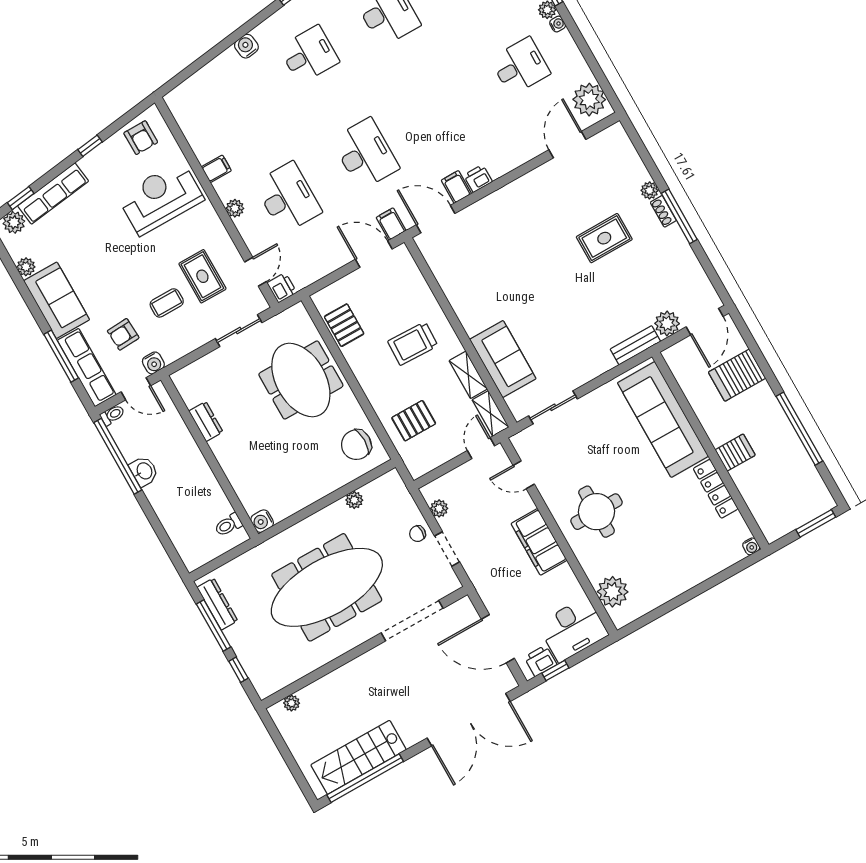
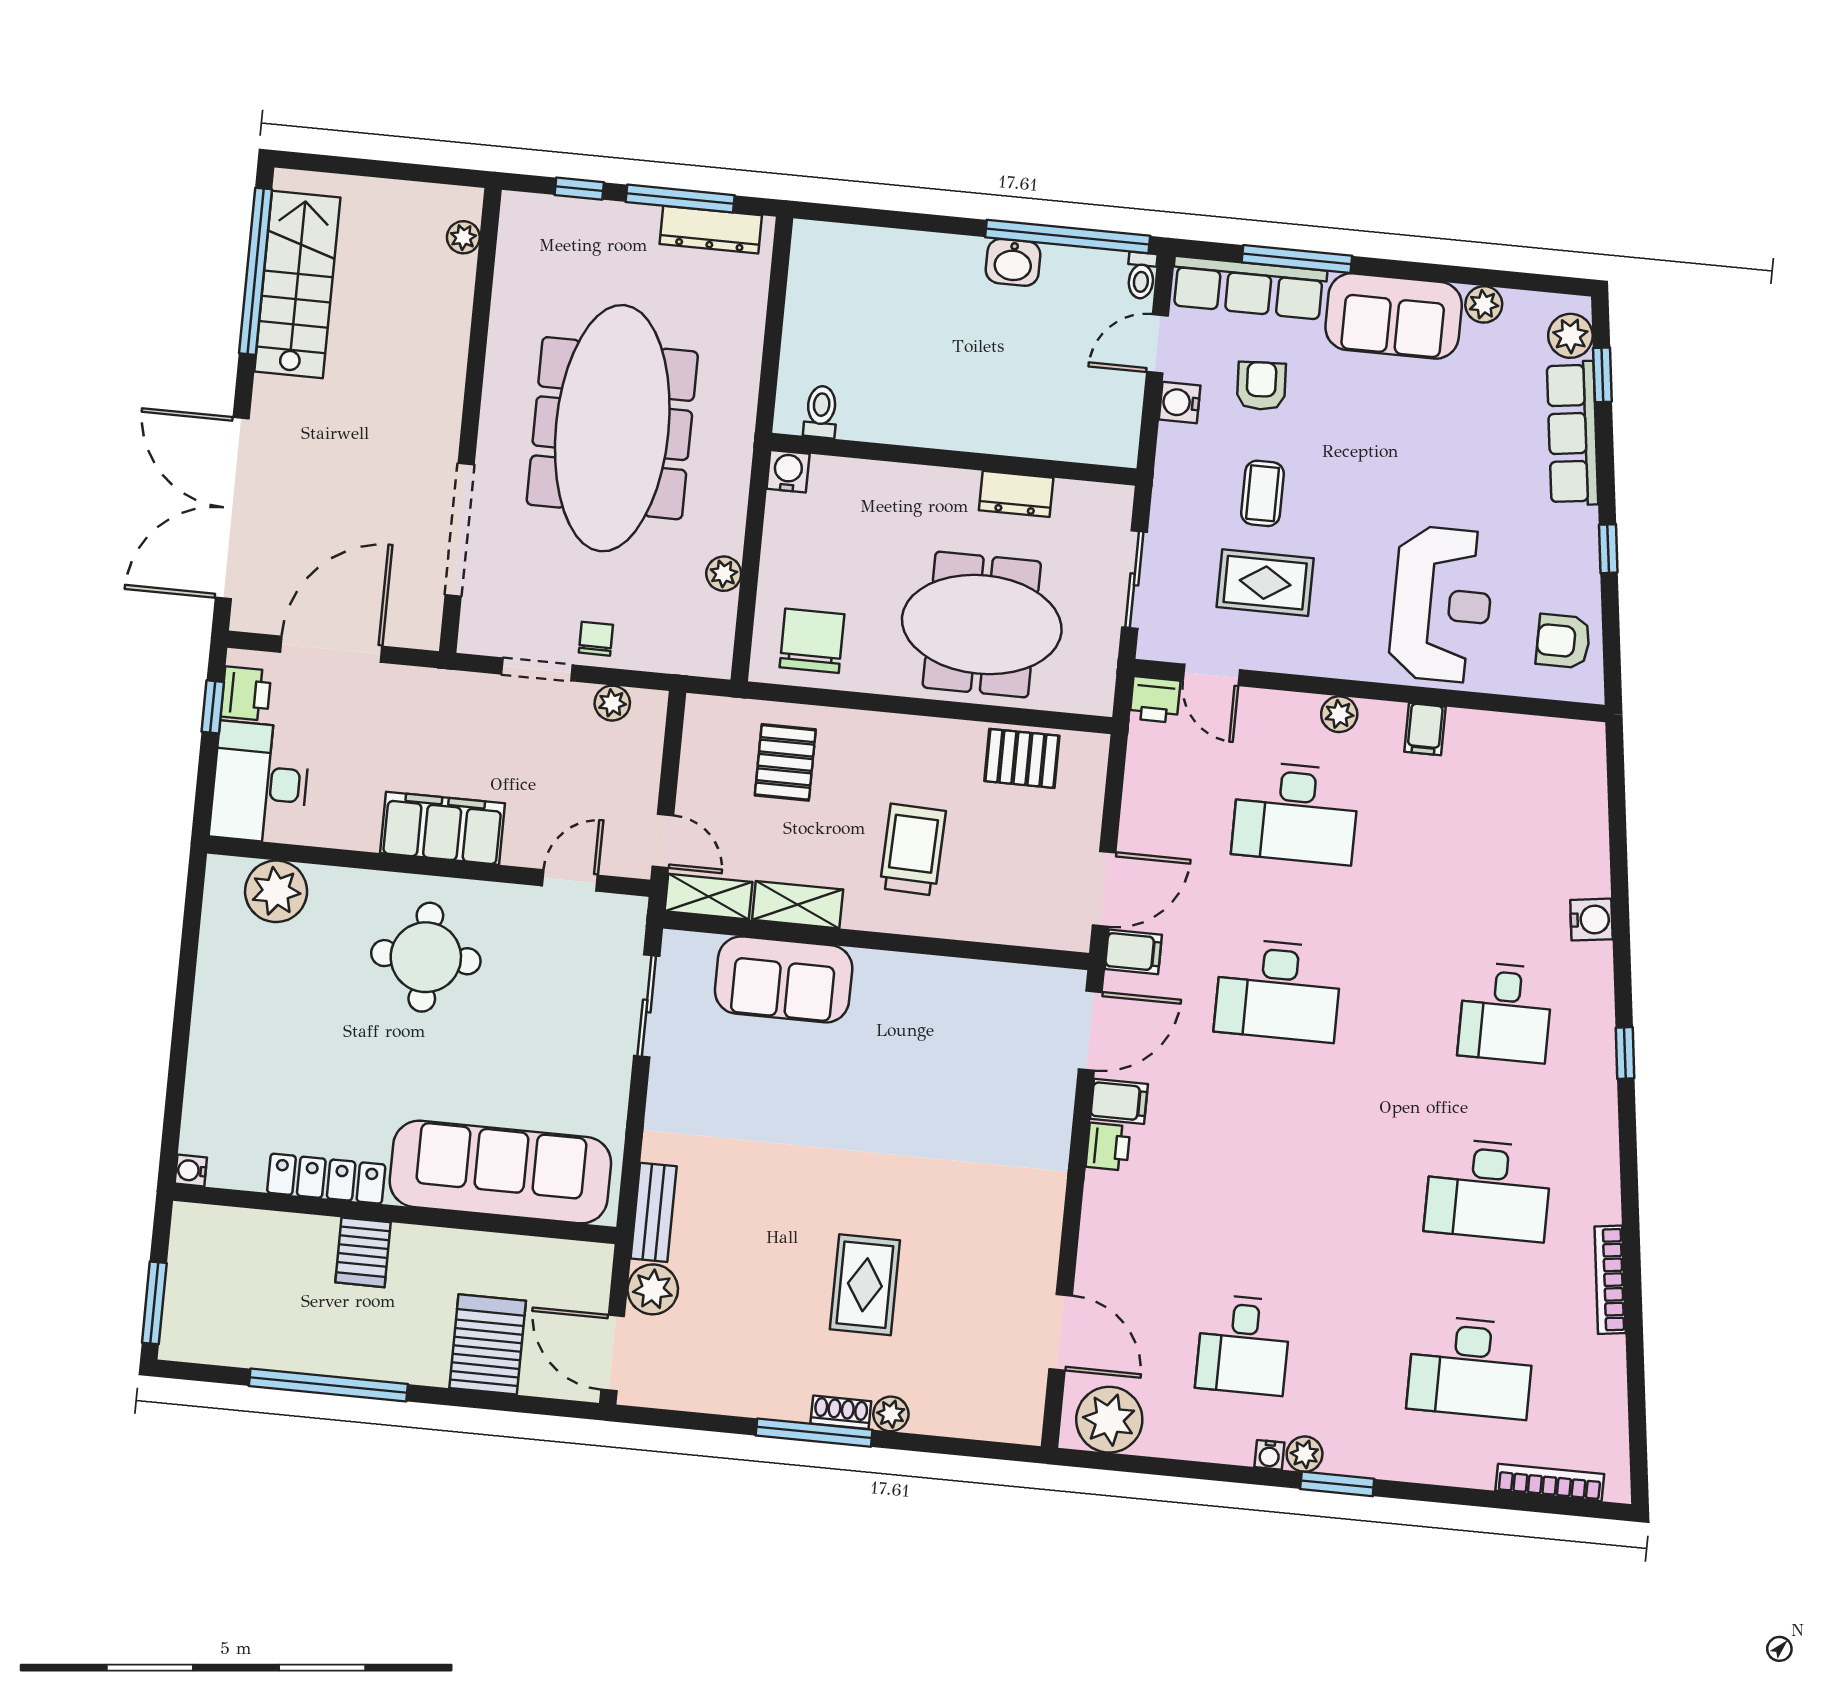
dresser: (206, 421) -> (1016, 494), moved
wall: (210, 457) -> (954, 459), moved
water cooler: (262, 521) -> (788, 471), moved
toilet: (228, 525) -> (821, 412), moved

